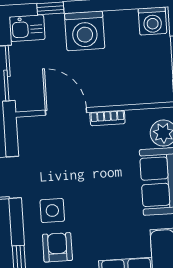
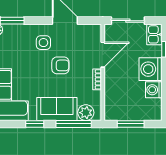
washing machine: (152, 21) -> (154, 90), moved
armchair: (57, 247) -> (60, 65), moved

